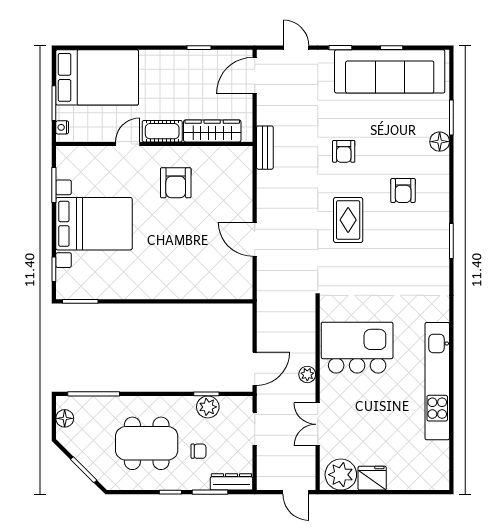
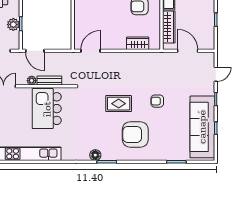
door: (255, 76) -> (188, 51), moved
floor lamp: (440, 142) -> (95, 155), moved
bench: (265, 148) -> (49, 81), moved
wardrobe: (241, 186) -> (138, 43), added
armchair: (403, 190) -> (135, 134), width x1.88, depth x1.88
door: (255, 239) -> (91, 51), moved
kitchen island: (357, 348) -> (47, 109), turned 180

